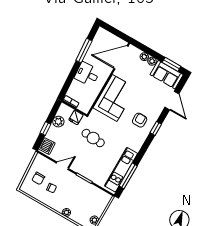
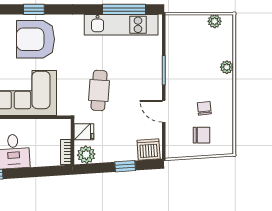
armchair: (140, 120) -> (35, 39), width x1.88, depth x1.88
plant: (58, 122) -> (86, 155), moved

